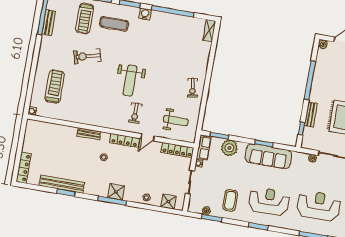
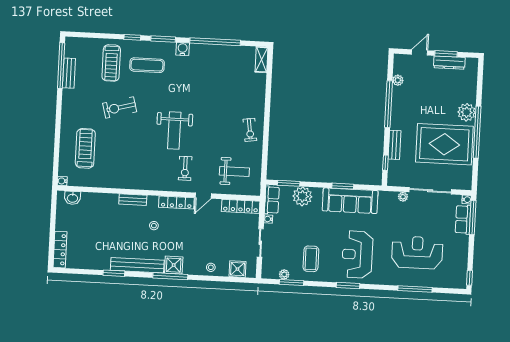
plant: (323, 44) -> (398, 80), moved
washbasin: (39, 126) -> (72, 198), added
bench: (62, 184) -> (137, 265), moved
reception desk: (269, 202) -> (357, 255), turned -90

